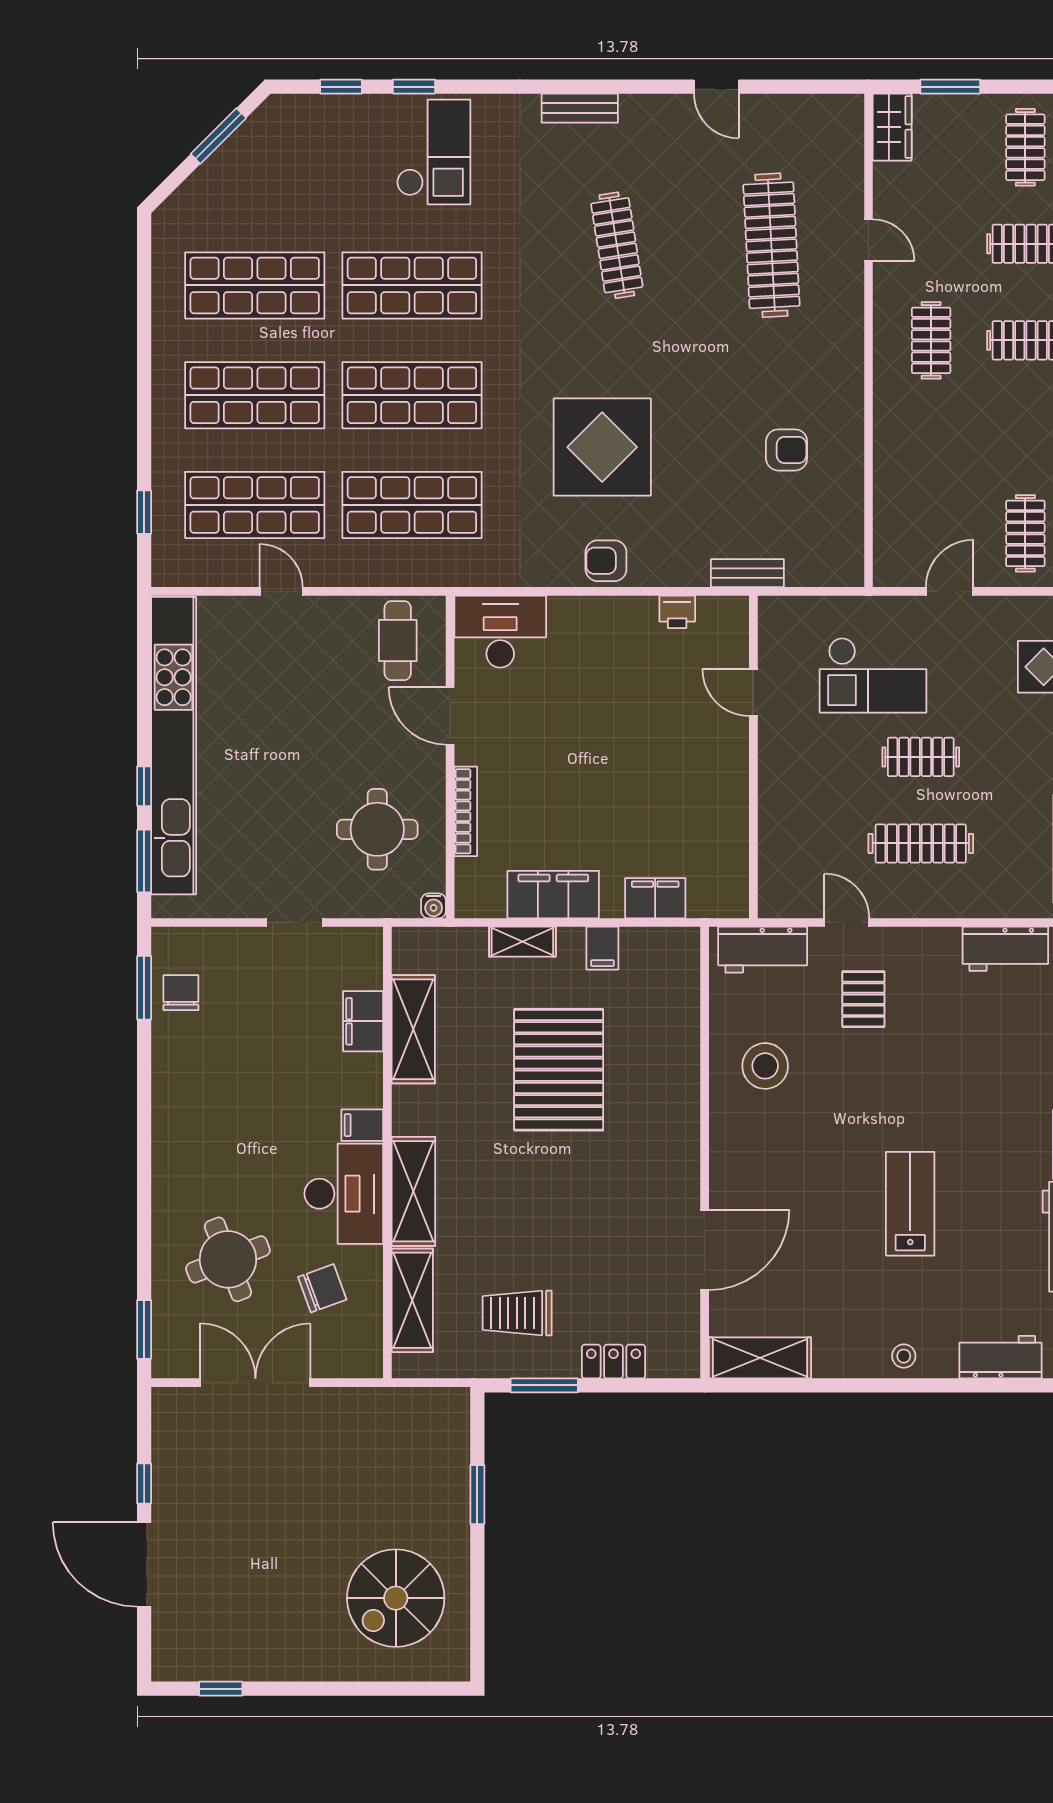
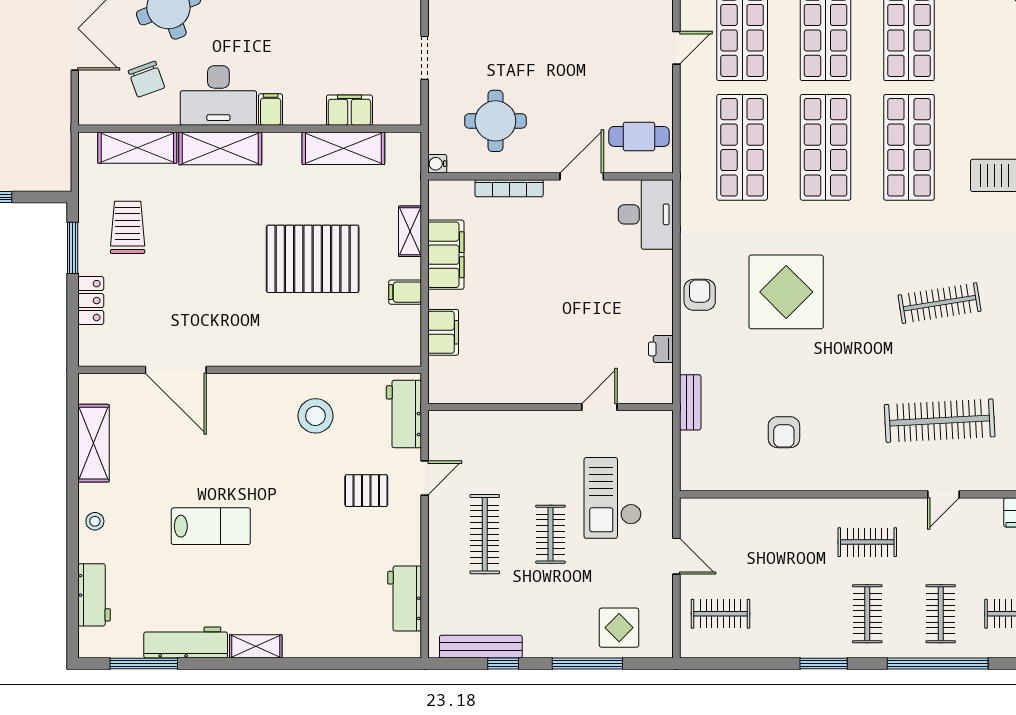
shelving: (760, 1358) -> (93, 443), moved

